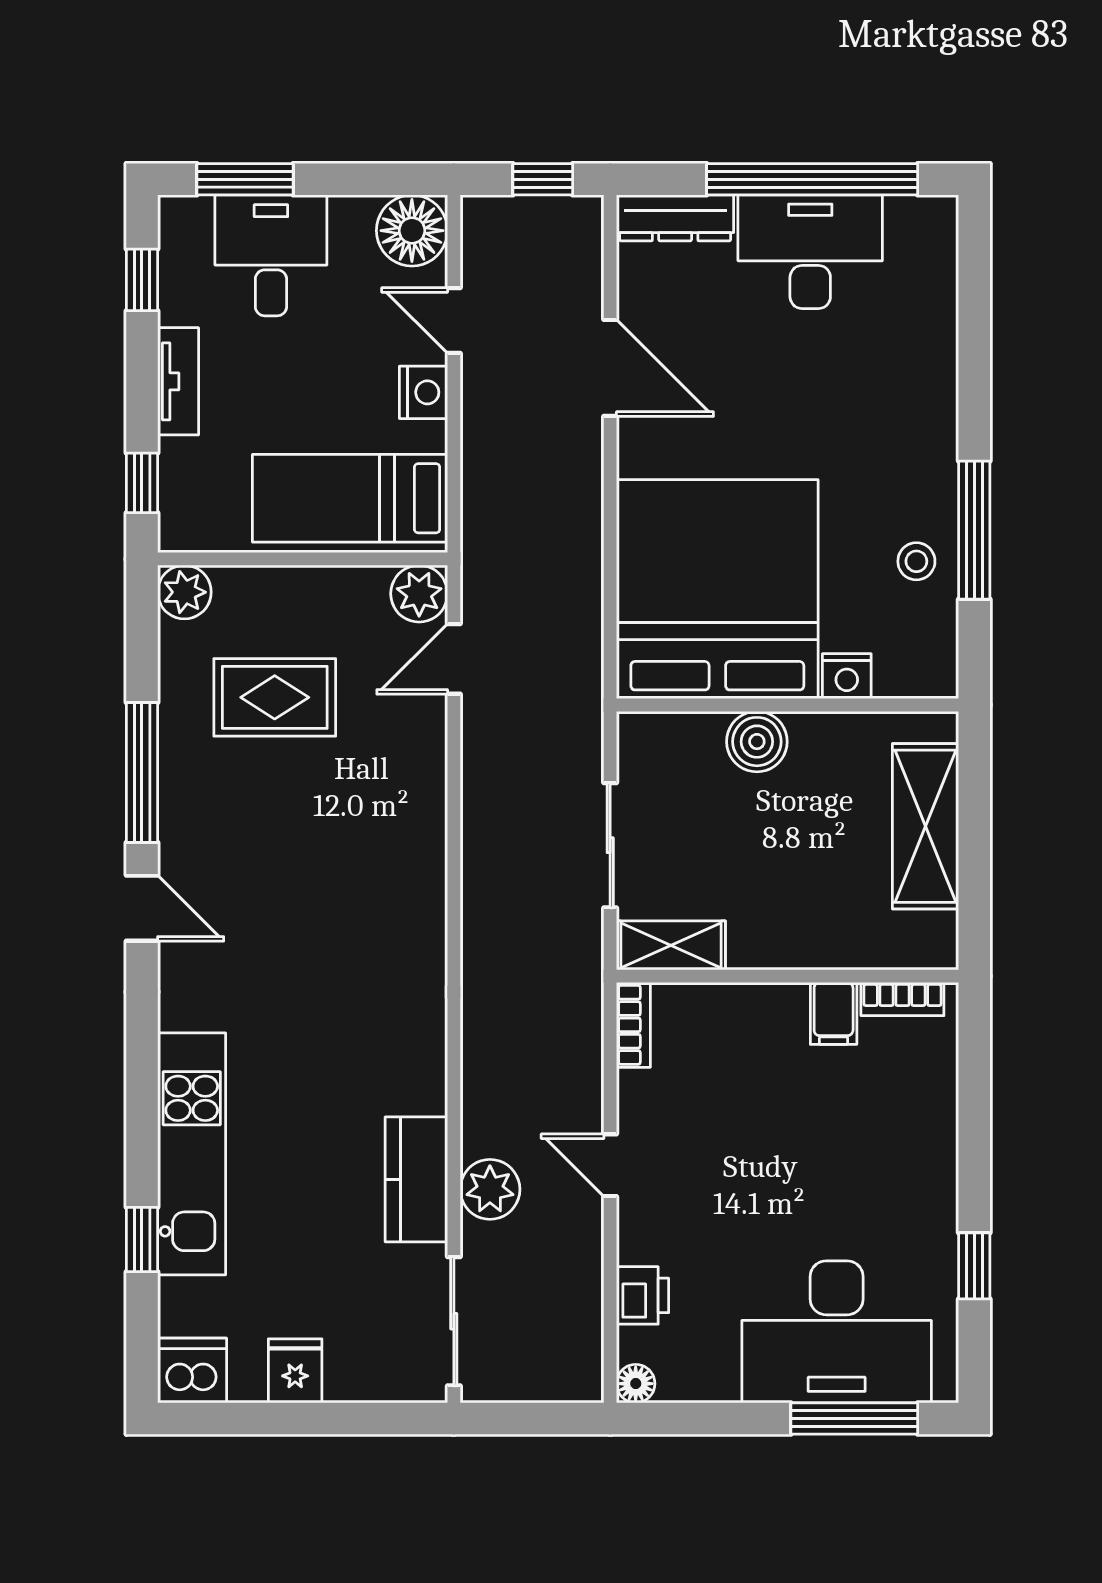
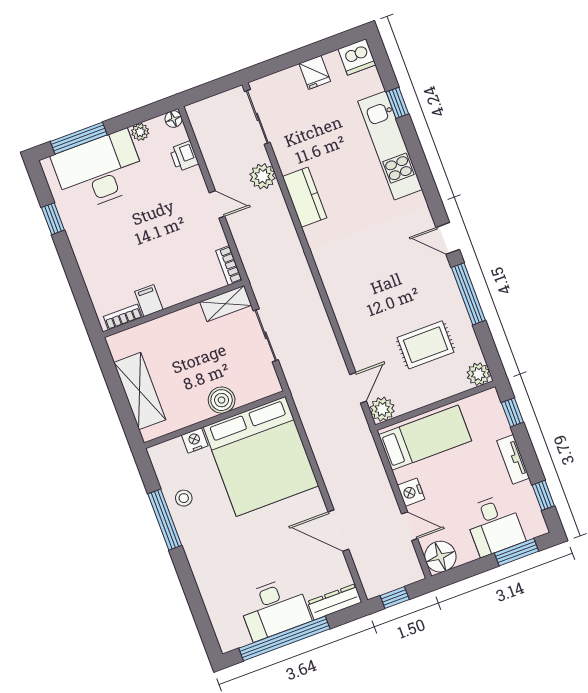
kitchen counter: (416, 1179) -> (305, 197), moved
plant: (717, 1383) -> (140, 132), added

